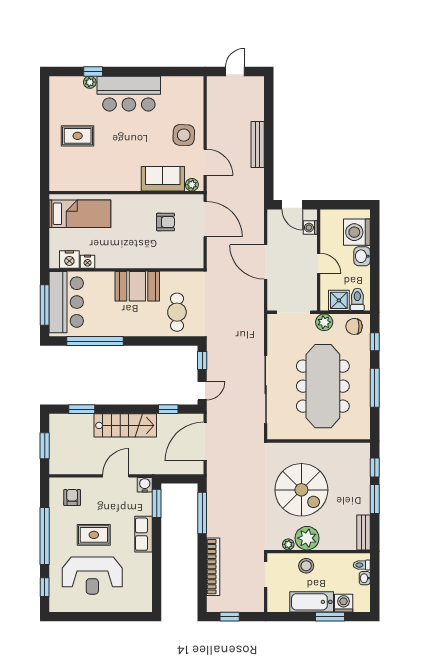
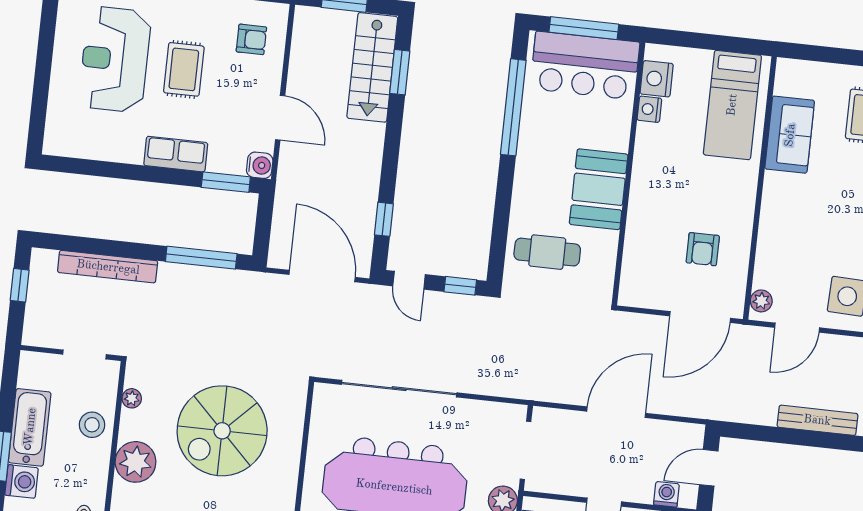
sofa: (163, 179) -> (790, 135), moved
stairs: (125, 425) -> (372, 67), moved
plant: (307, 538) -> (136, 462), moved

